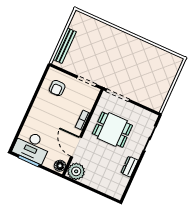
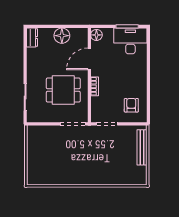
door: (76, 147) -> (89, 59), swing flipped
dresser: (130, 167) -> (32, 37), moved
plant: (76, 171) -> (79, 37), removed
floor lamp: (91, 179) -> (62, 36), added

